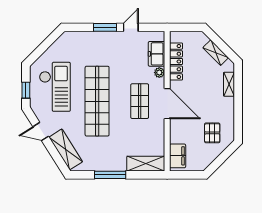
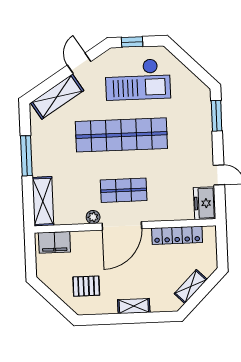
window: (105, 27) -> (217, 116), moved
freezer: (156, 54) -> (205, 203), moved, turned -90
plant: (159, 73) -> (93, 217), moved
shelving: (229, 84) -> (134, 306), moved

